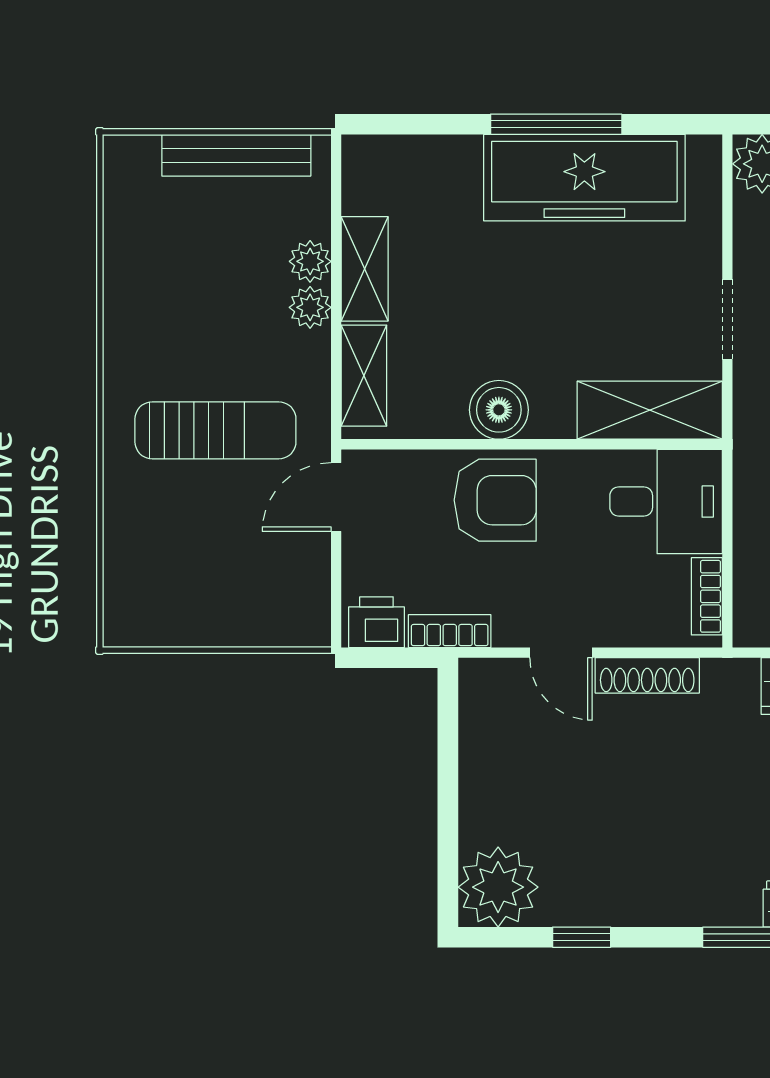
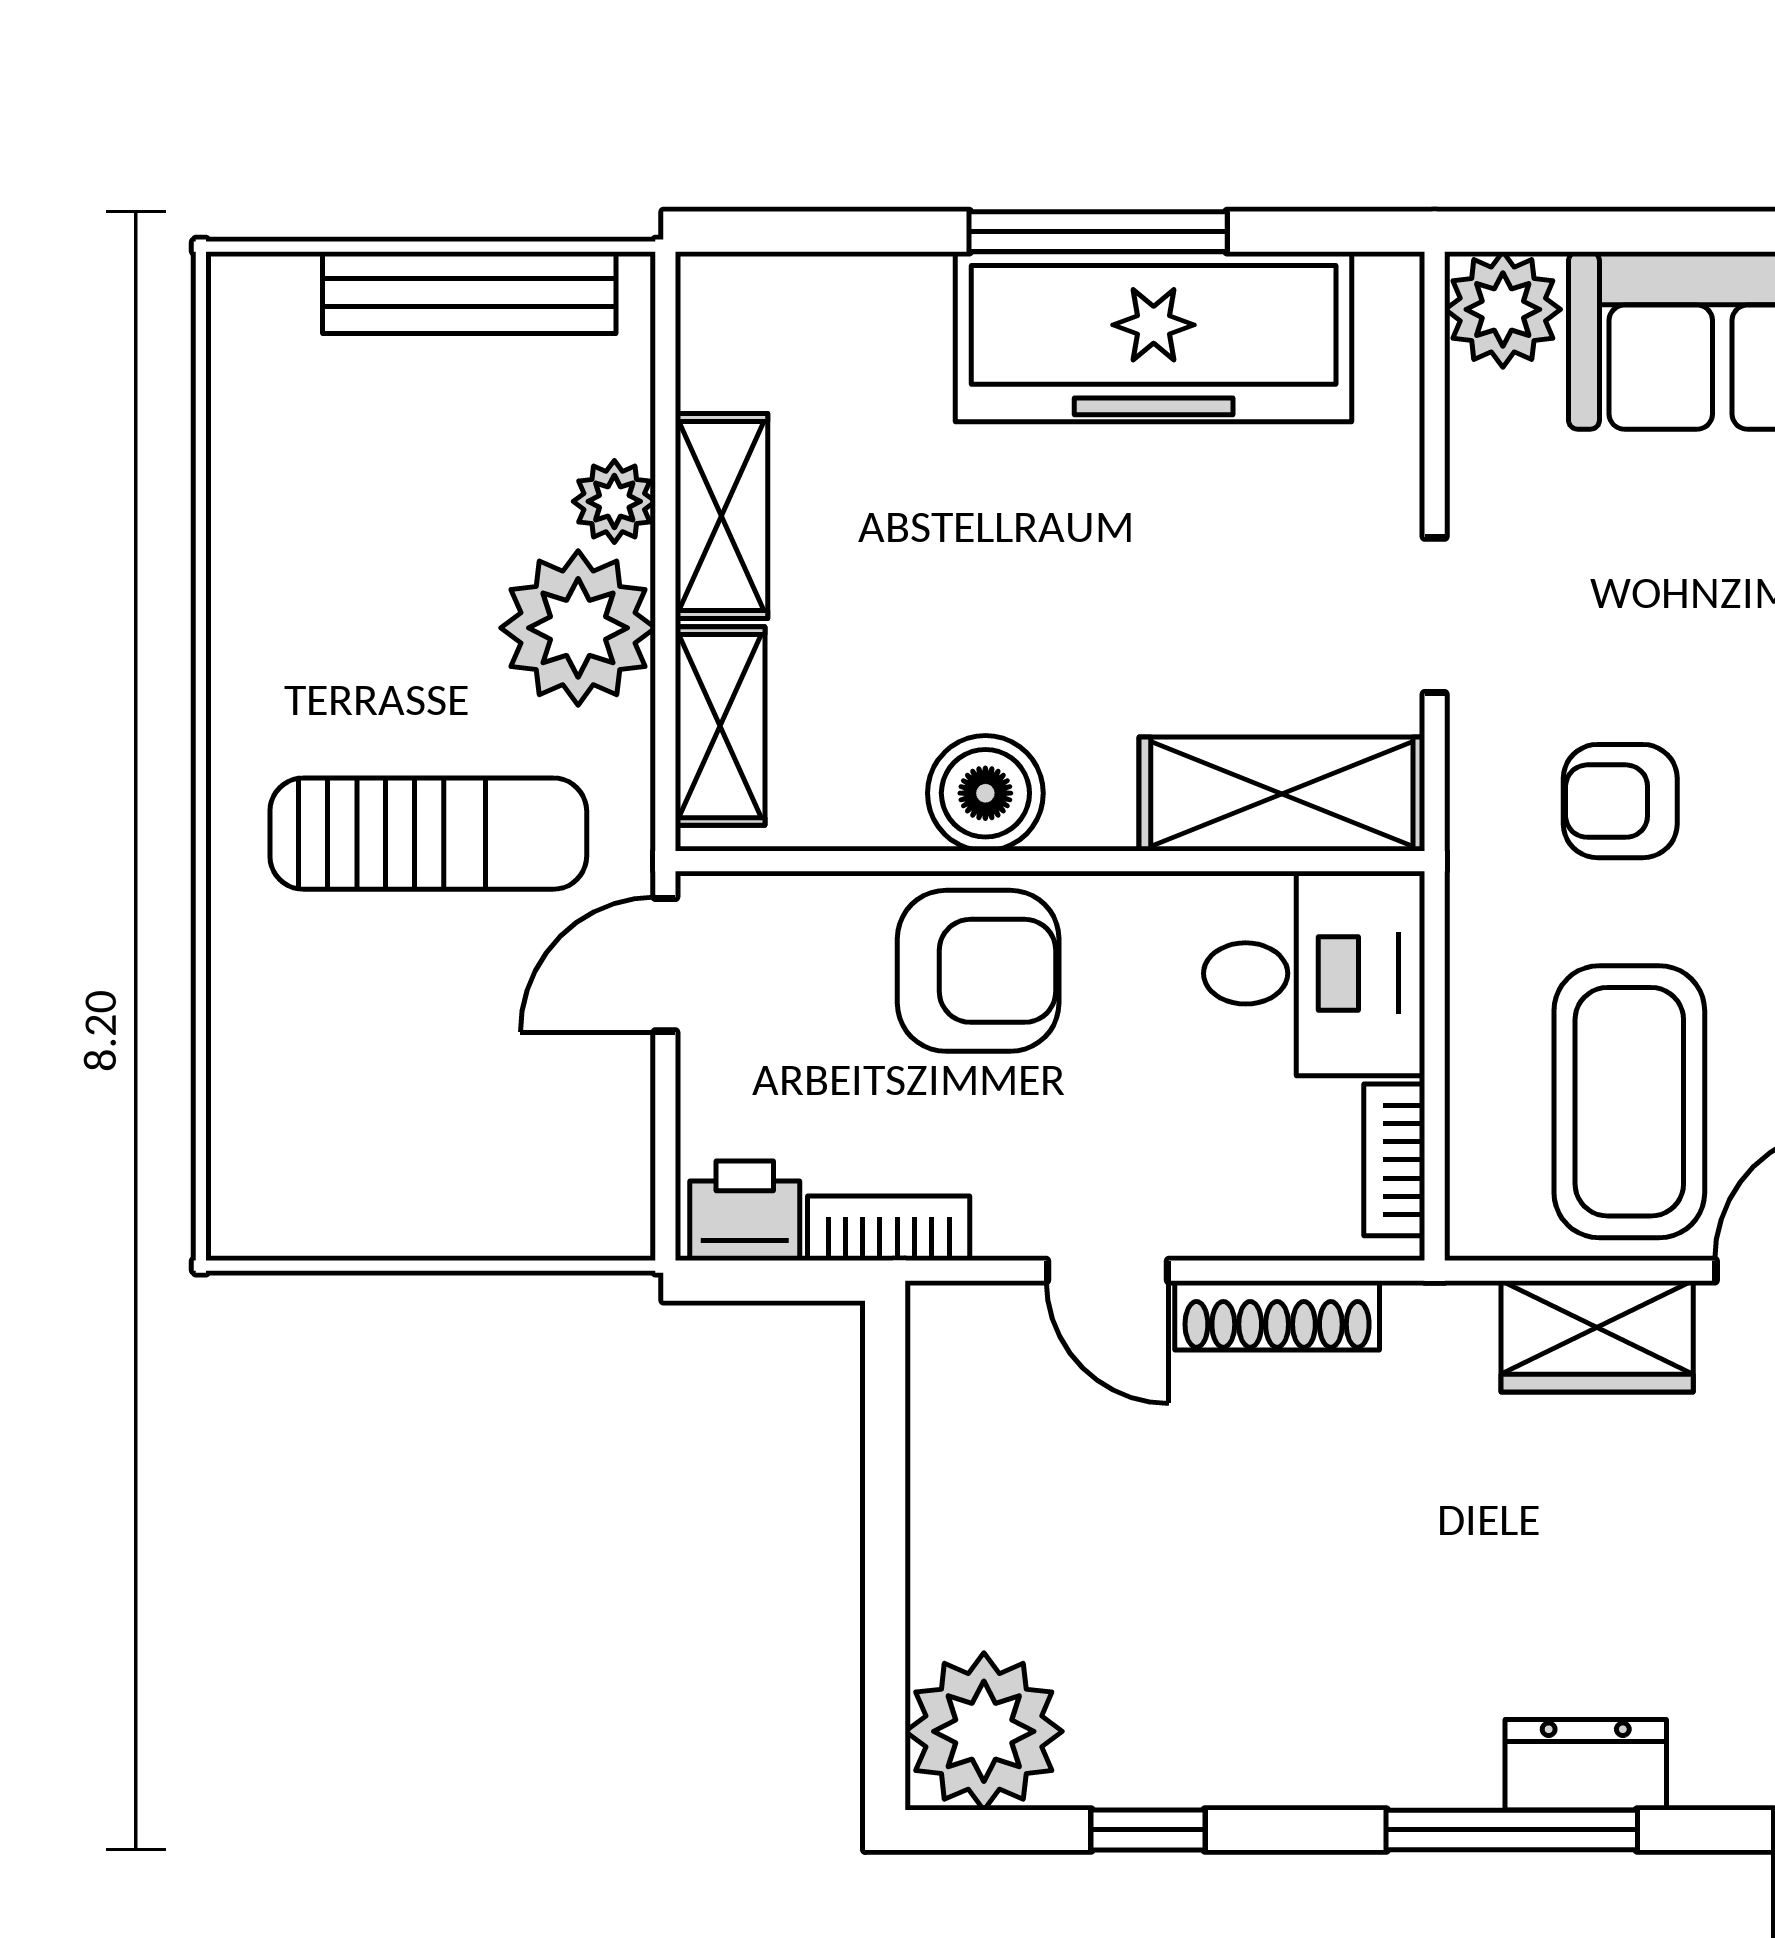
plant: (310, 307) -> (578, 628), width x1.87, depth x1.87

